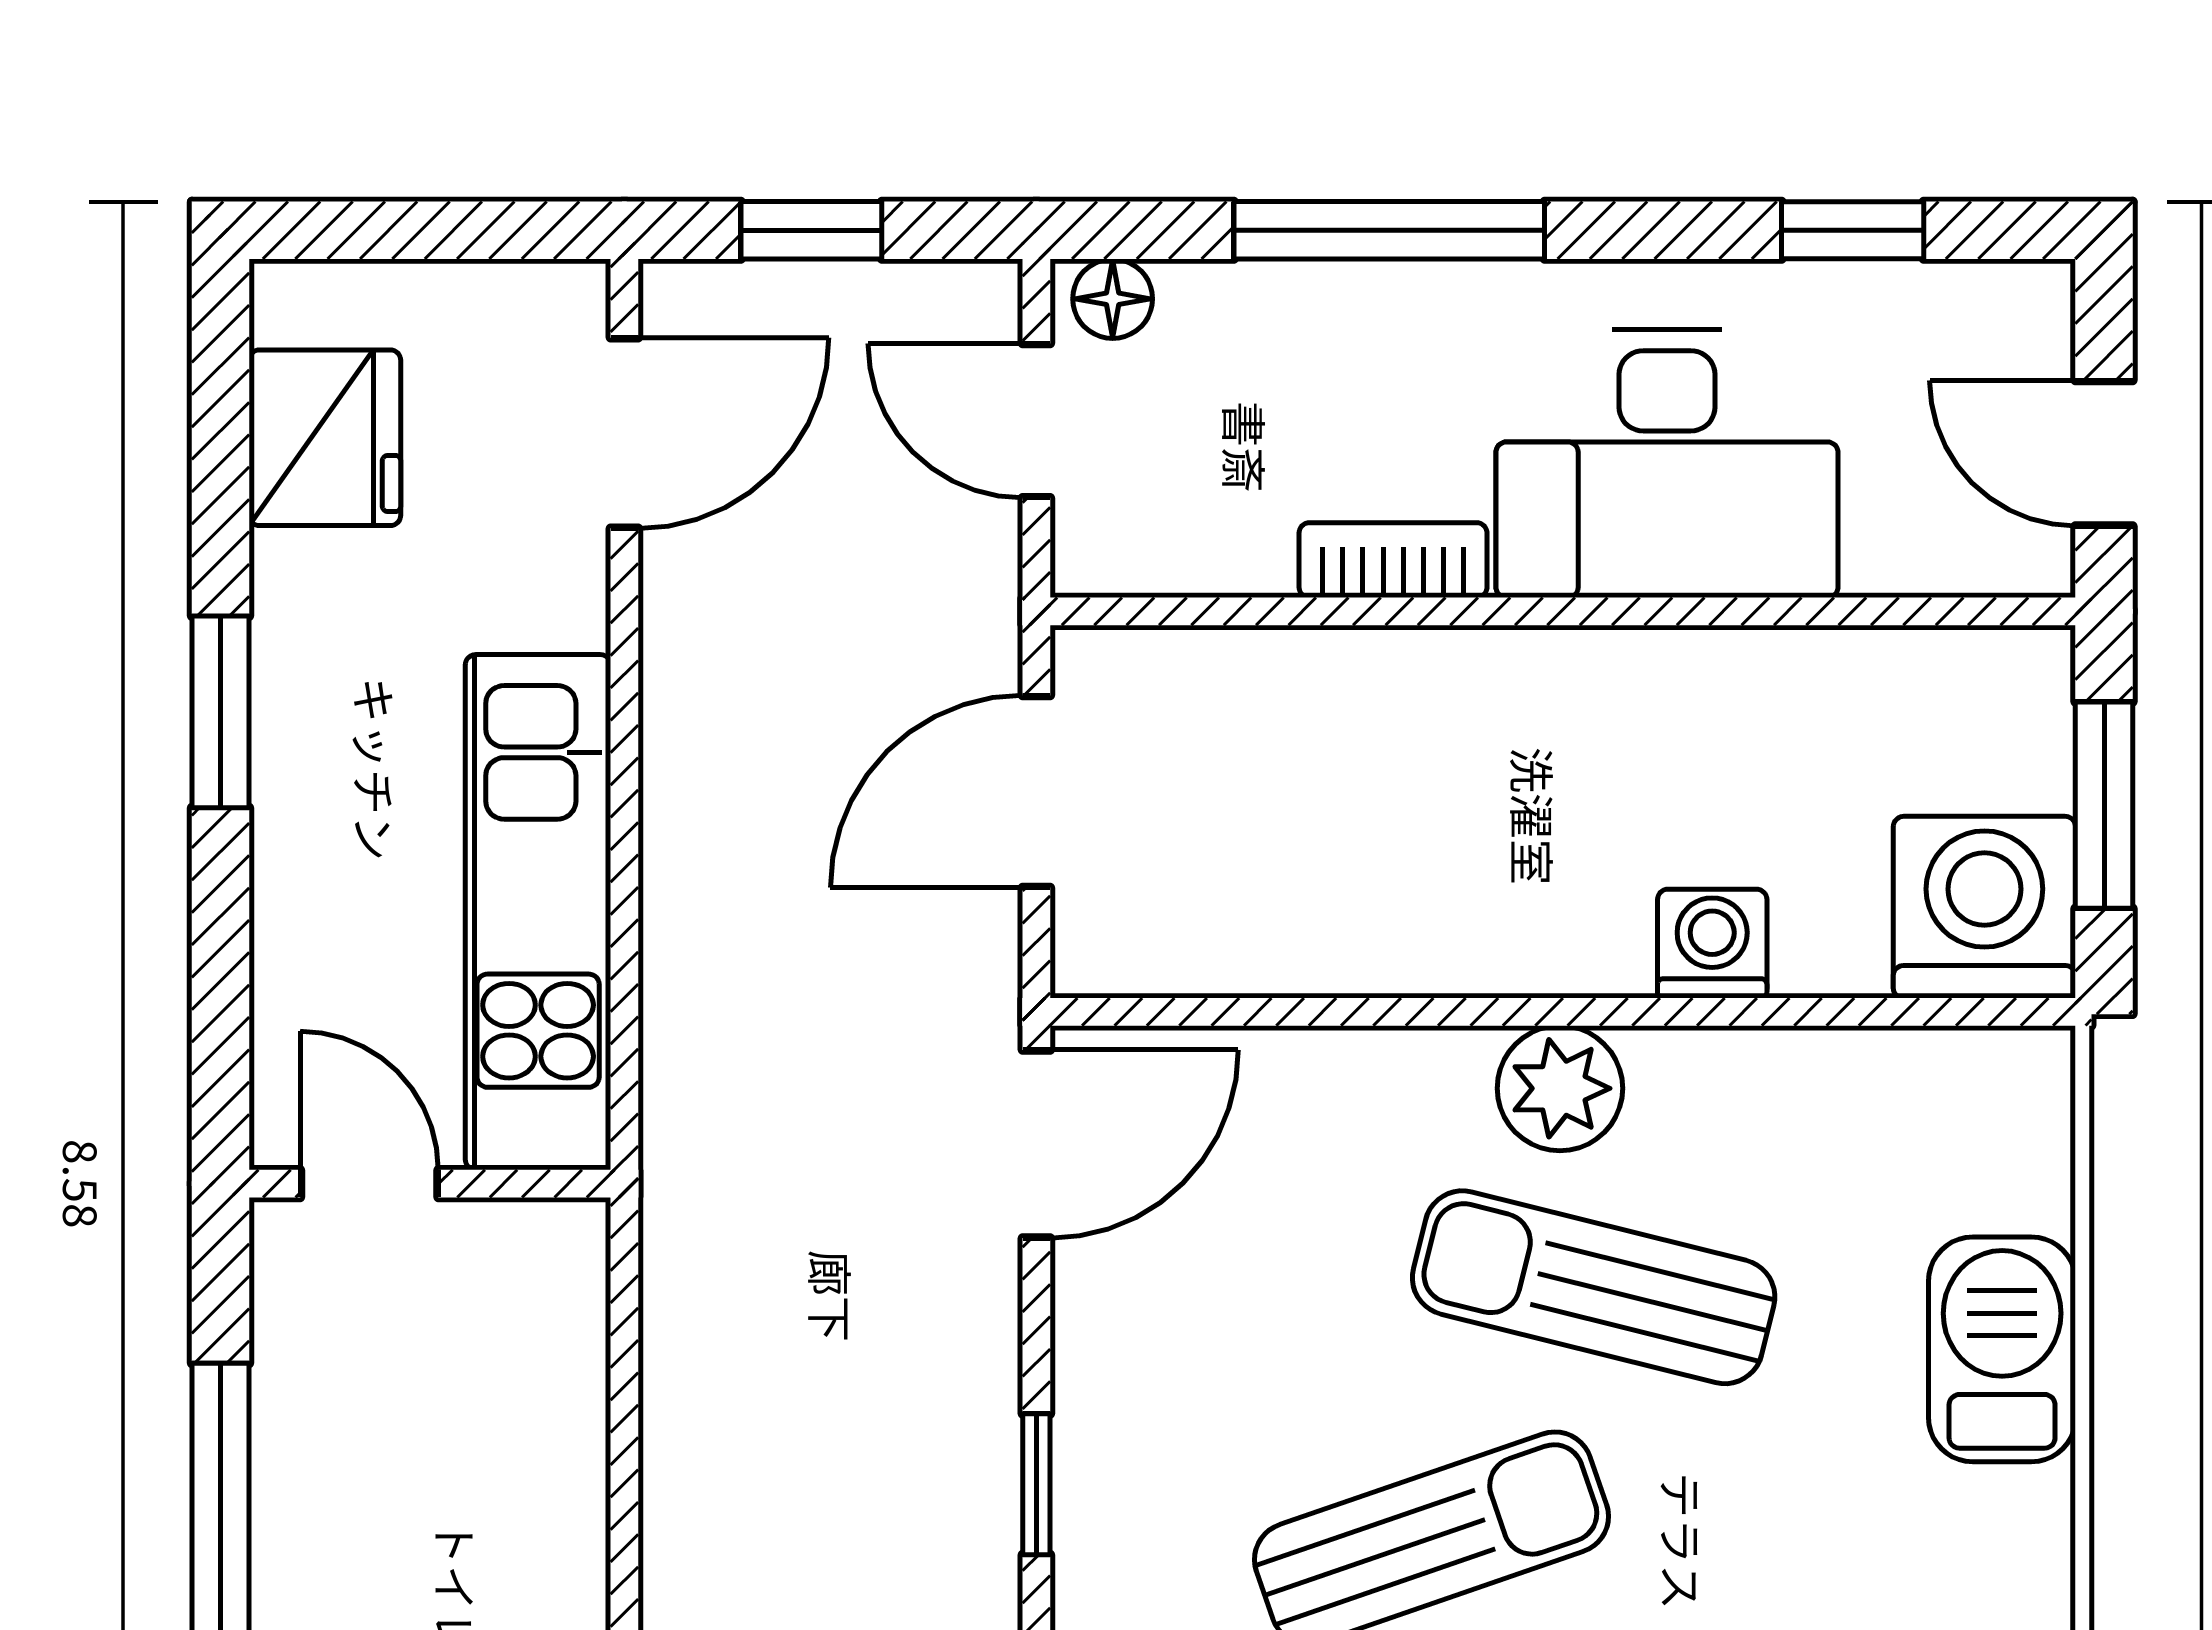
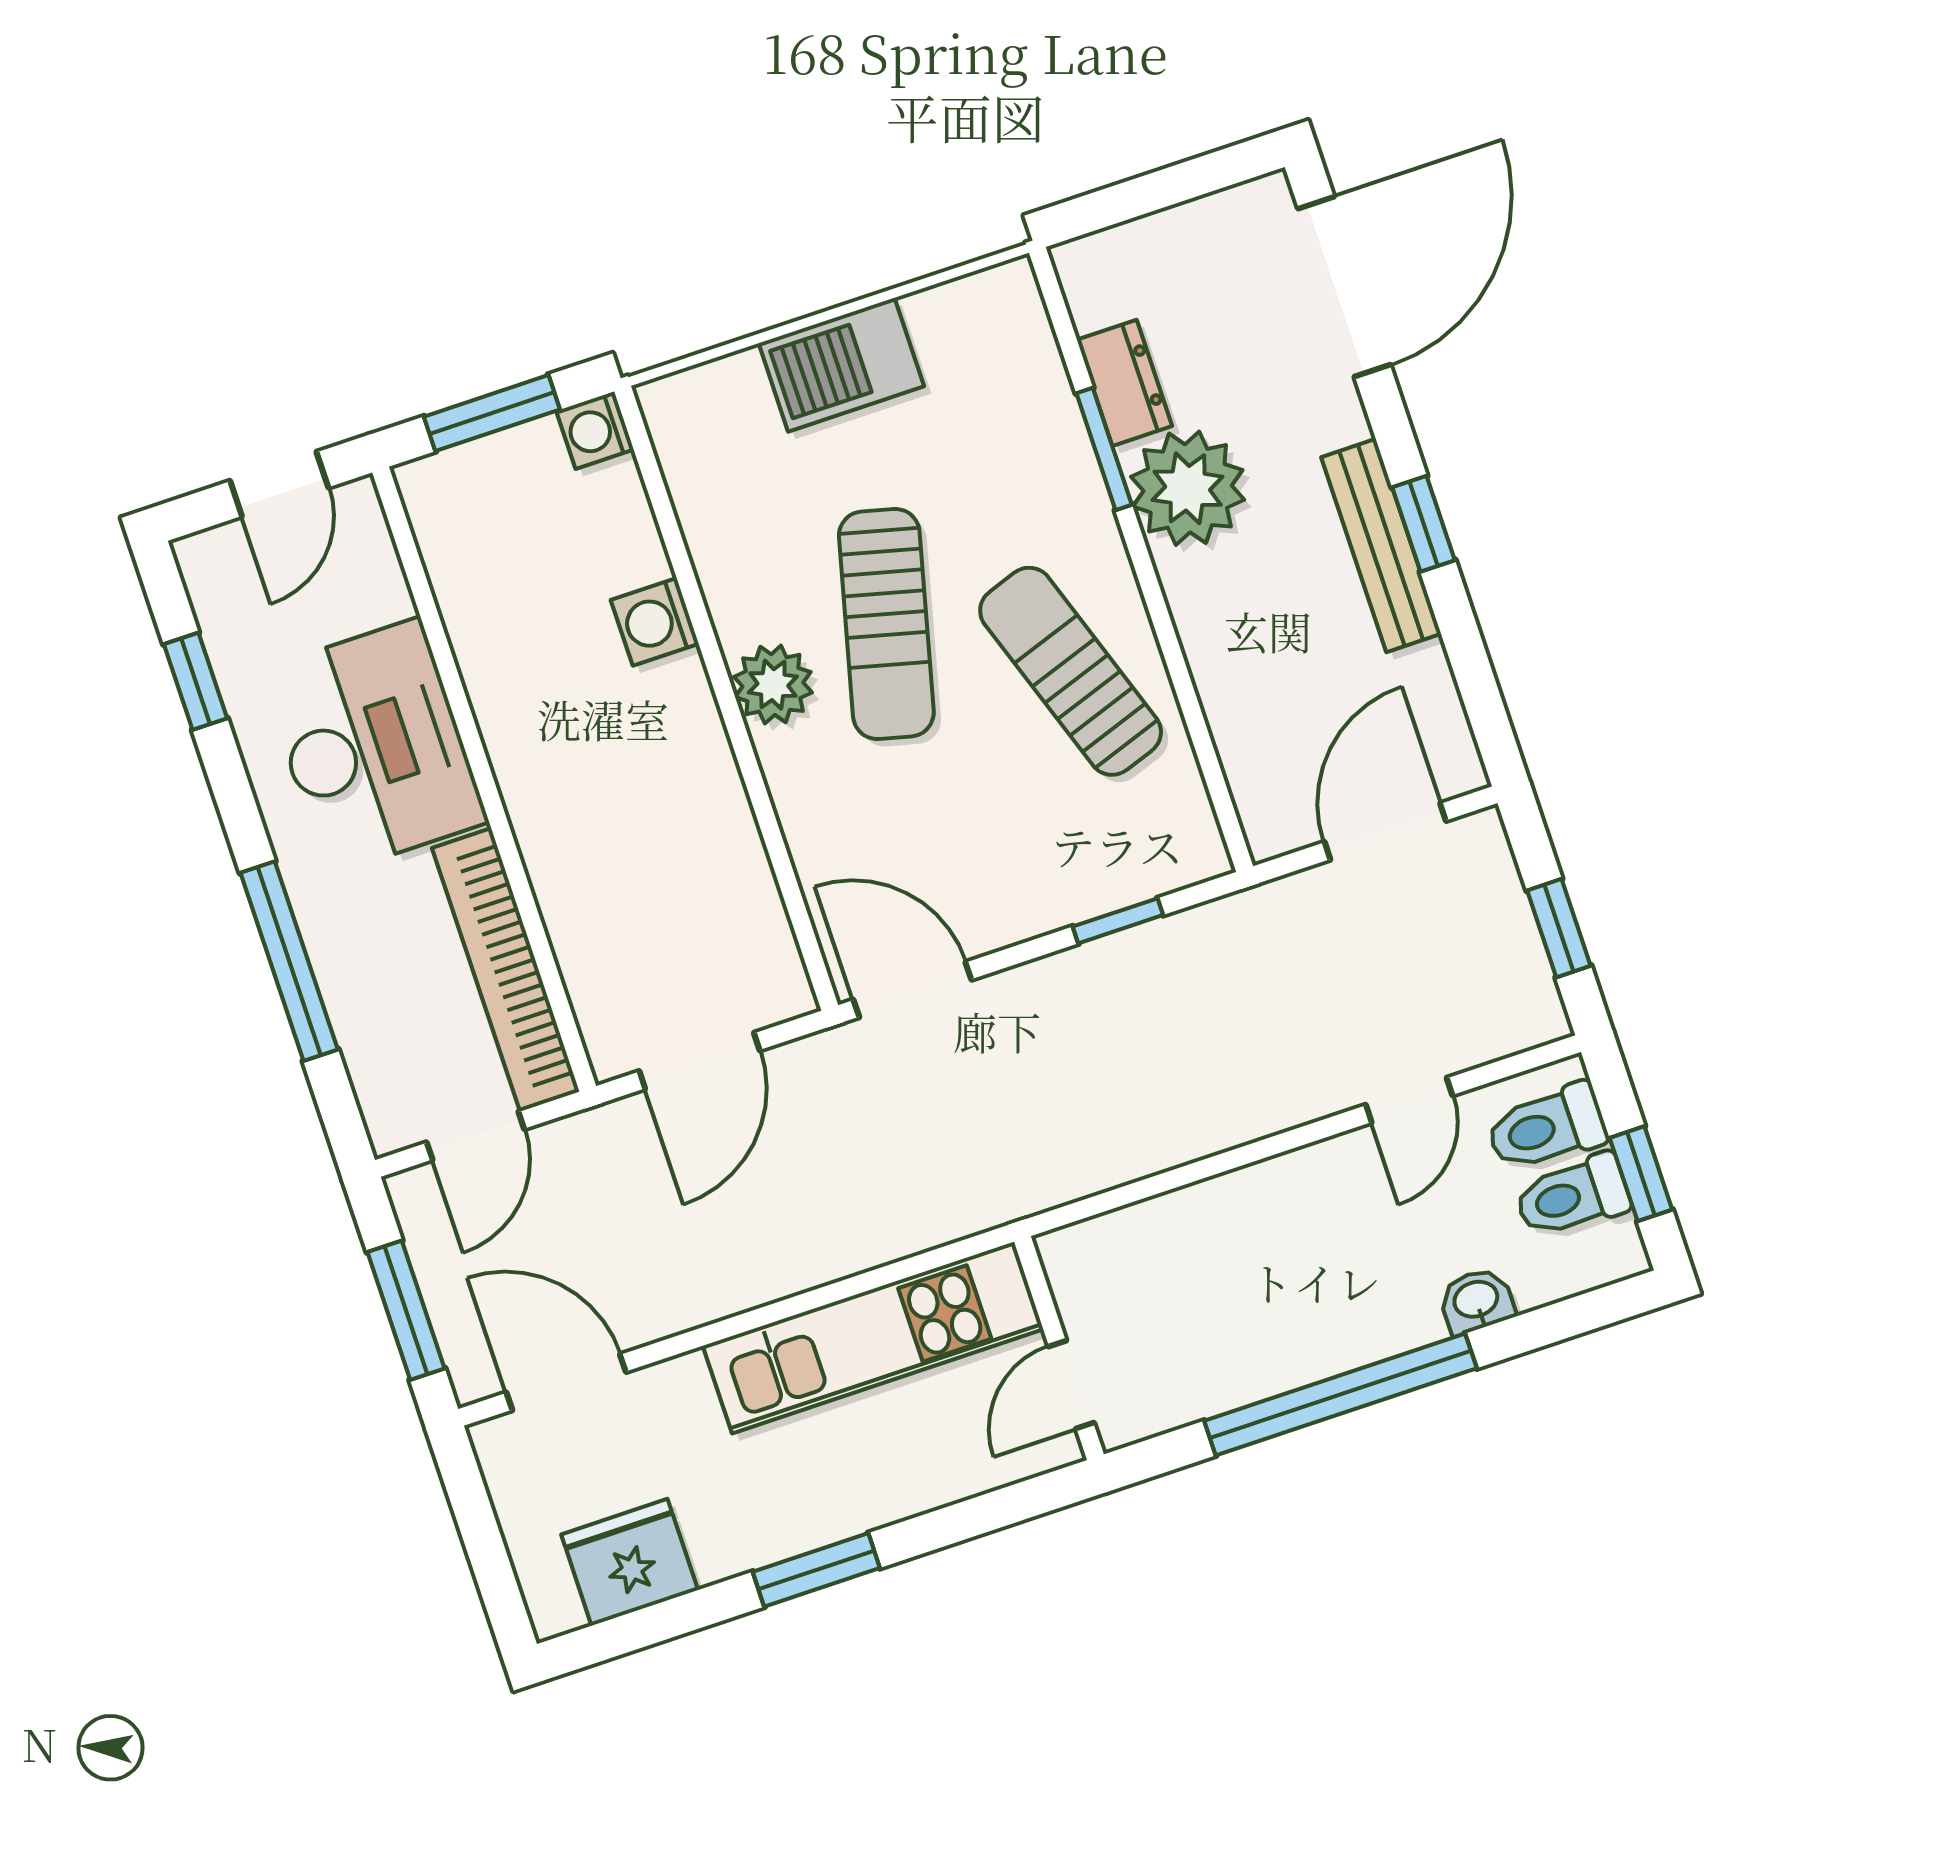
window: (811, 230) -> (406, 1310), width x1.50
floor lamp: (1113, 299) -> (386, 1114), removed
bookcase: (1393, 560) -> (505, 969), width x2.31, depth x1.31
door: (1036, 792) -> (699, 1061), hinge flipped
washing machine: (1984, 907) -> (595, 430), width x0.53, depth x0.53

